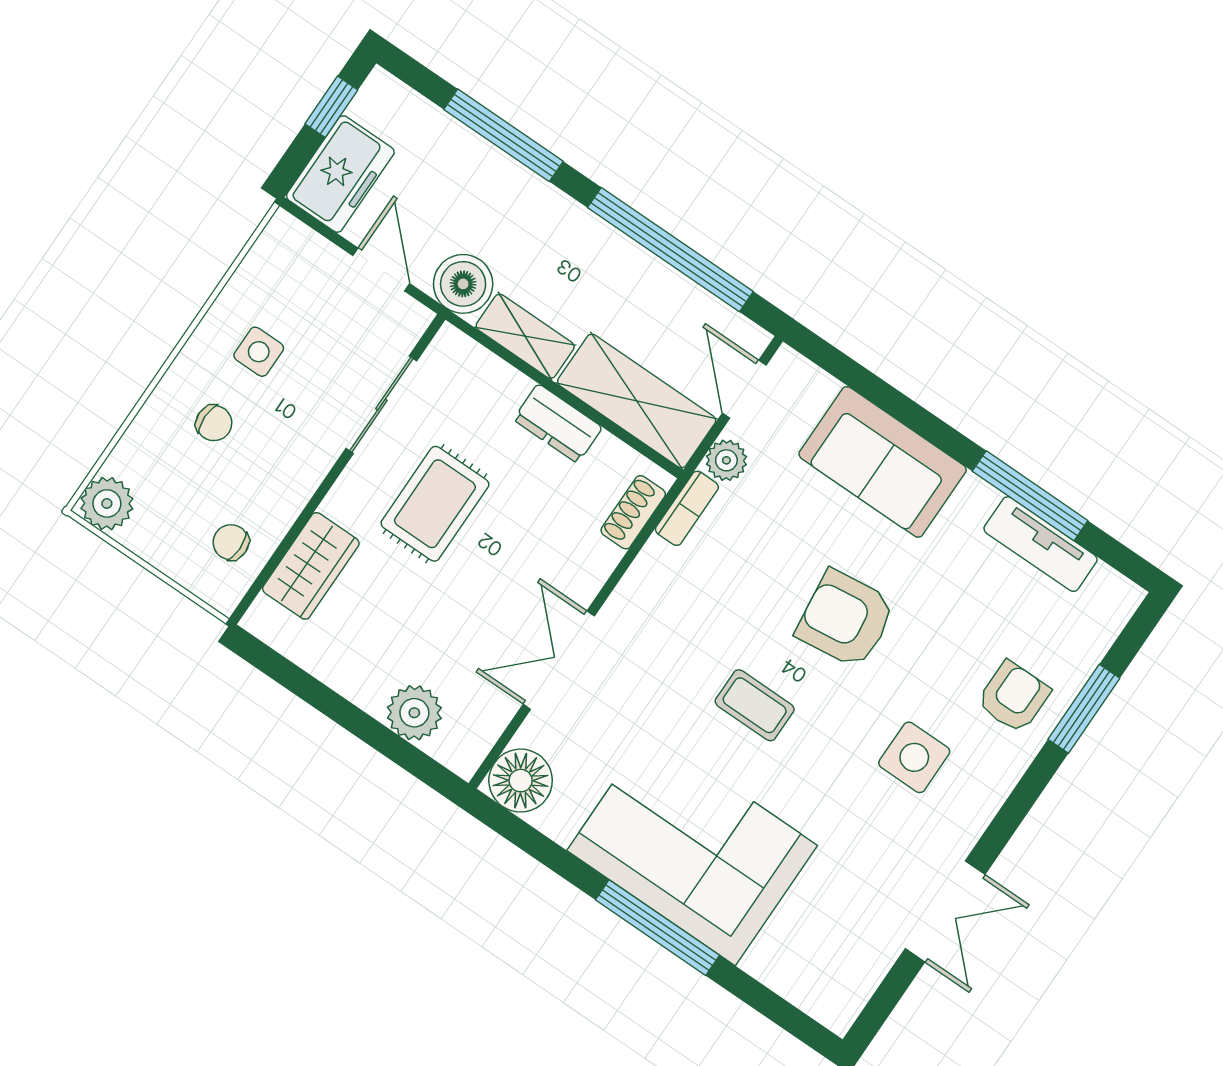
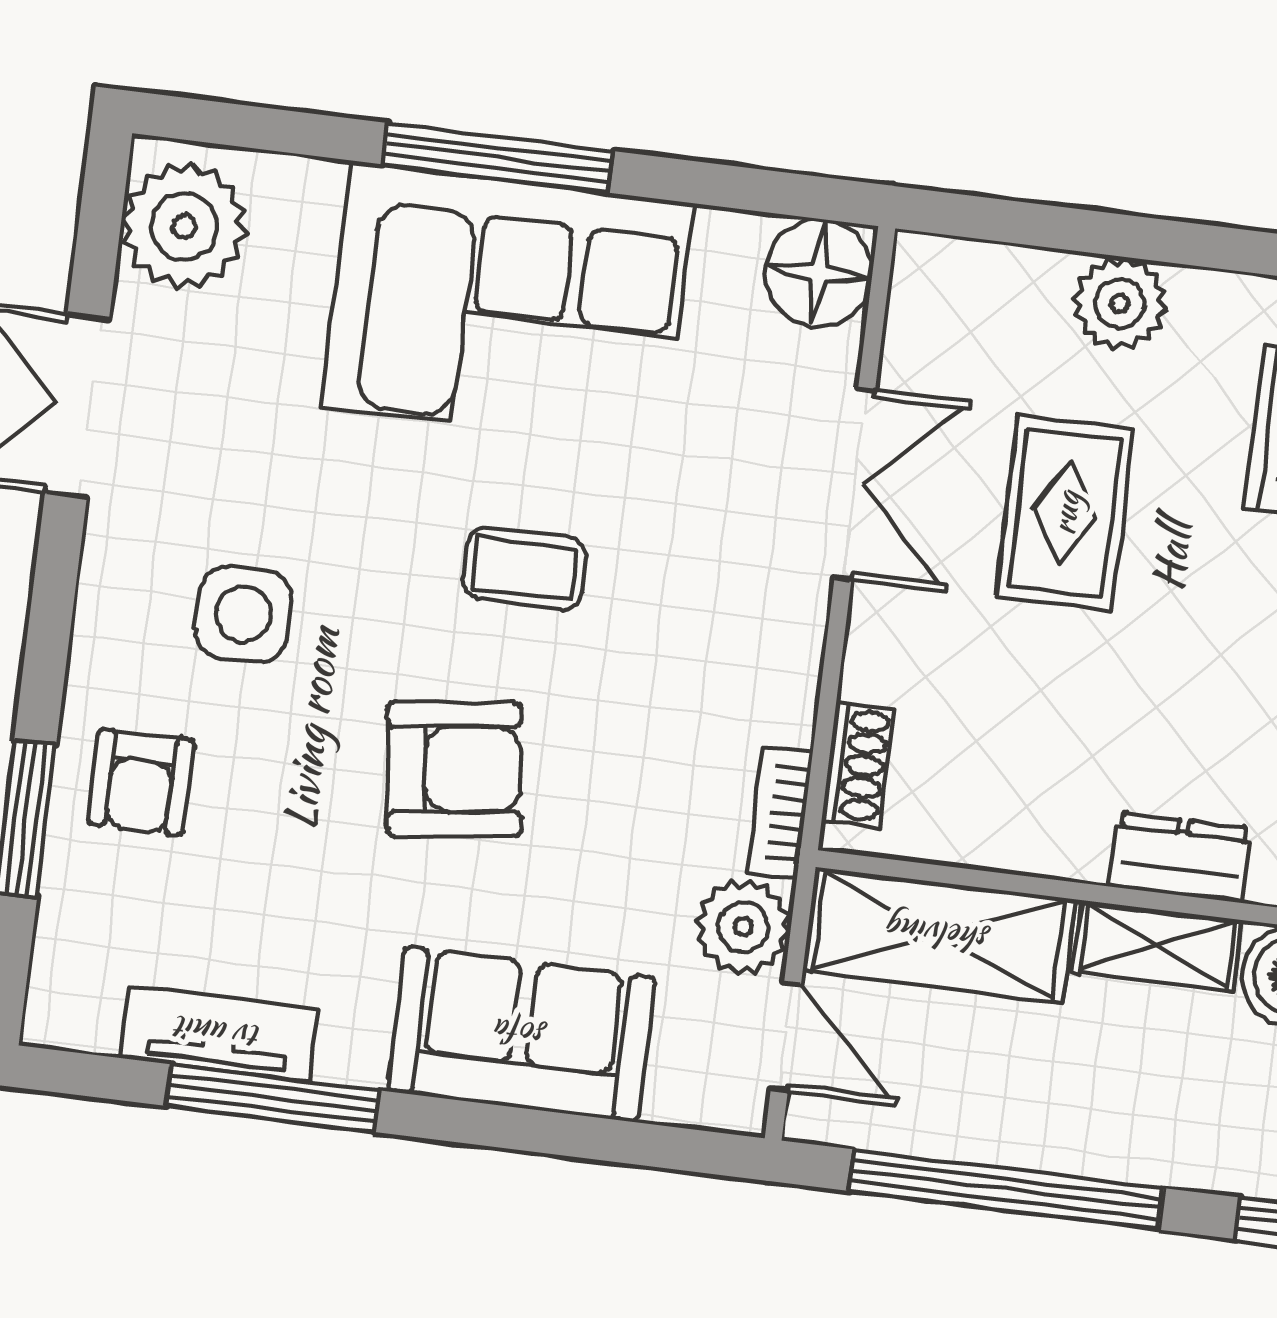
dresser: (558, 423) -> (1181, 857), moved
plant: (726, 460) -> (743, 927), width x1.38, depth x1.38
rug: (435, 504) -> (1065, 513), moved
plant: (414, 713) -> (1120, 303), moved
plant: (840, 976) -> (184, 226), added

